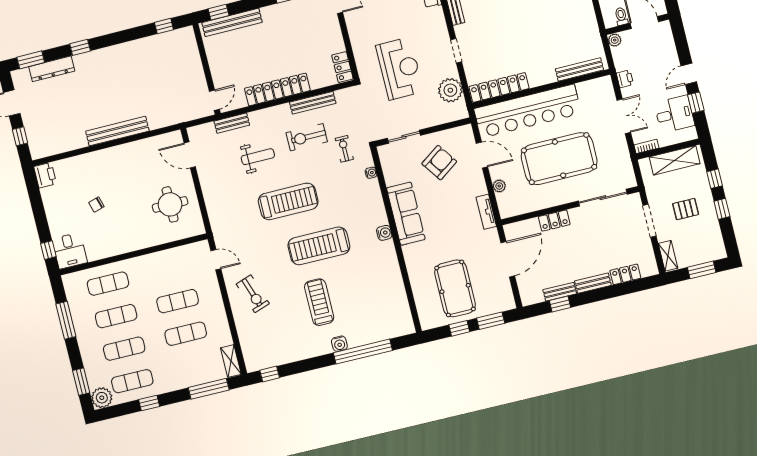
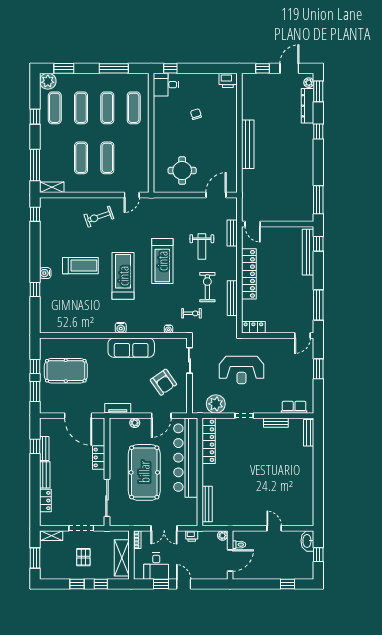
window: (164, 26) -> (318, 200), width x2.17
plant: (23, 74) -> (309, 83), added
window: (363, 352) -> (35, 289), width x0.32

